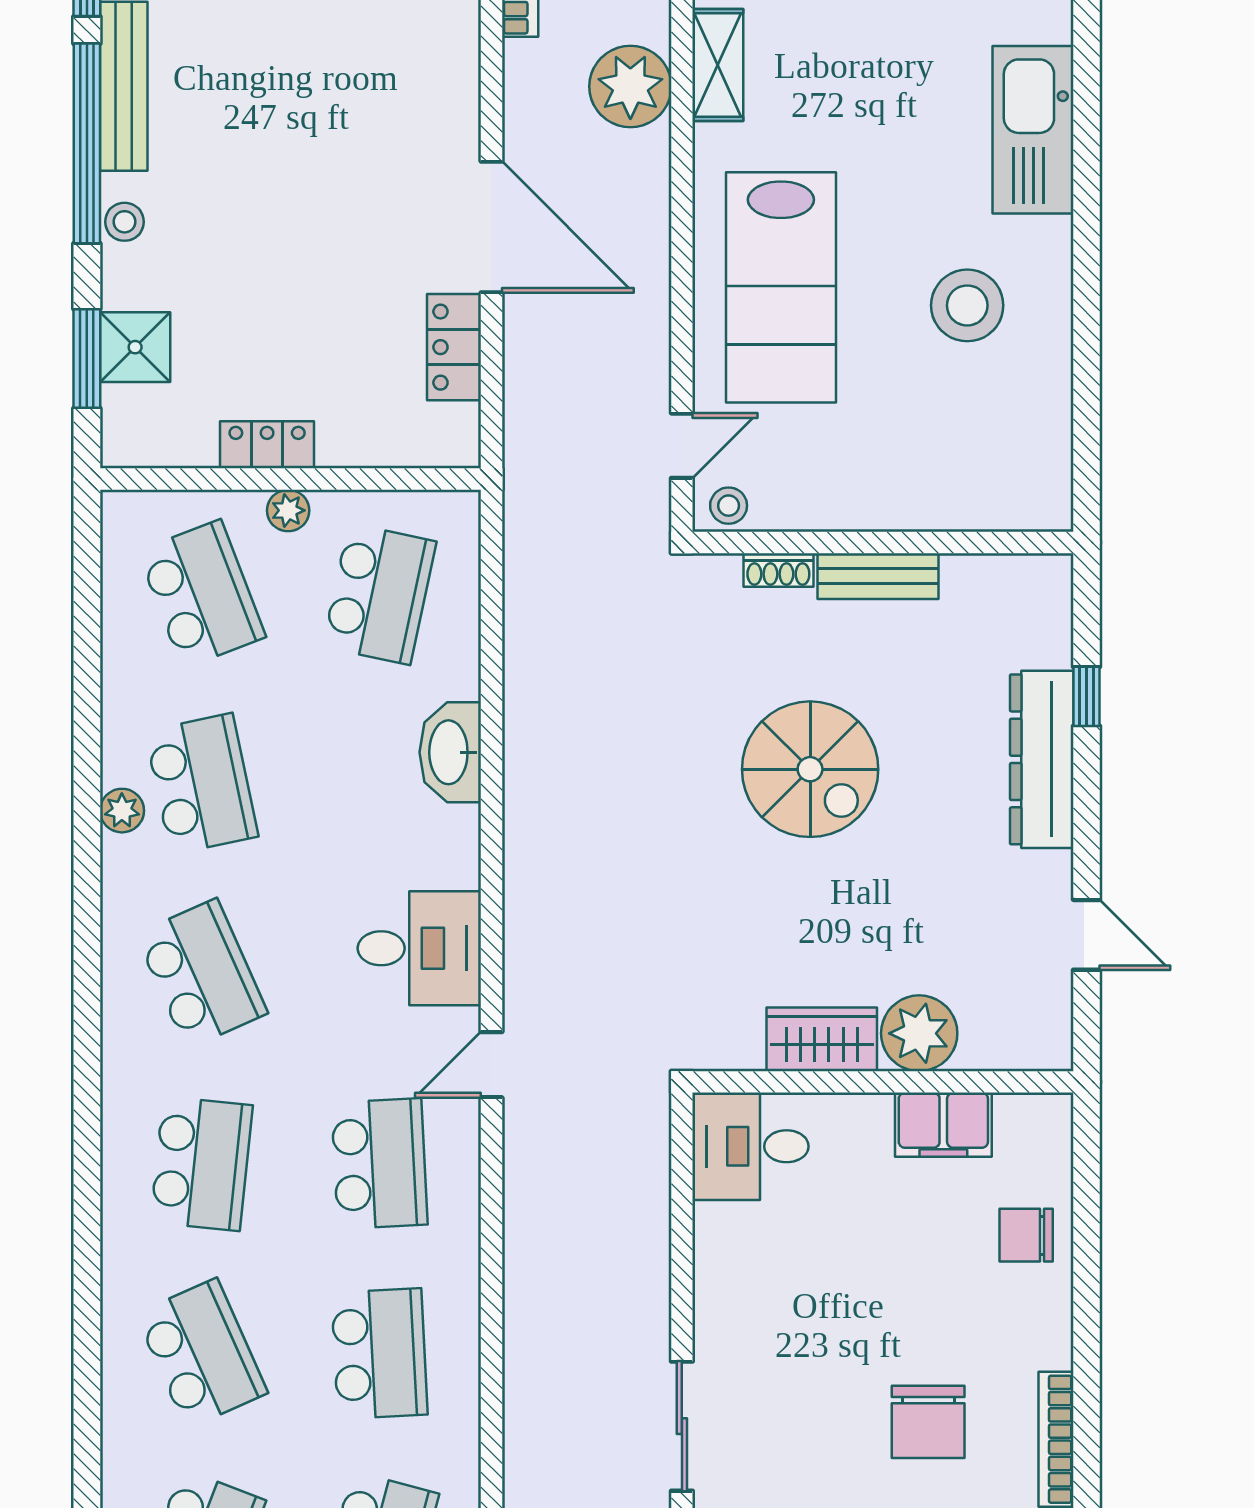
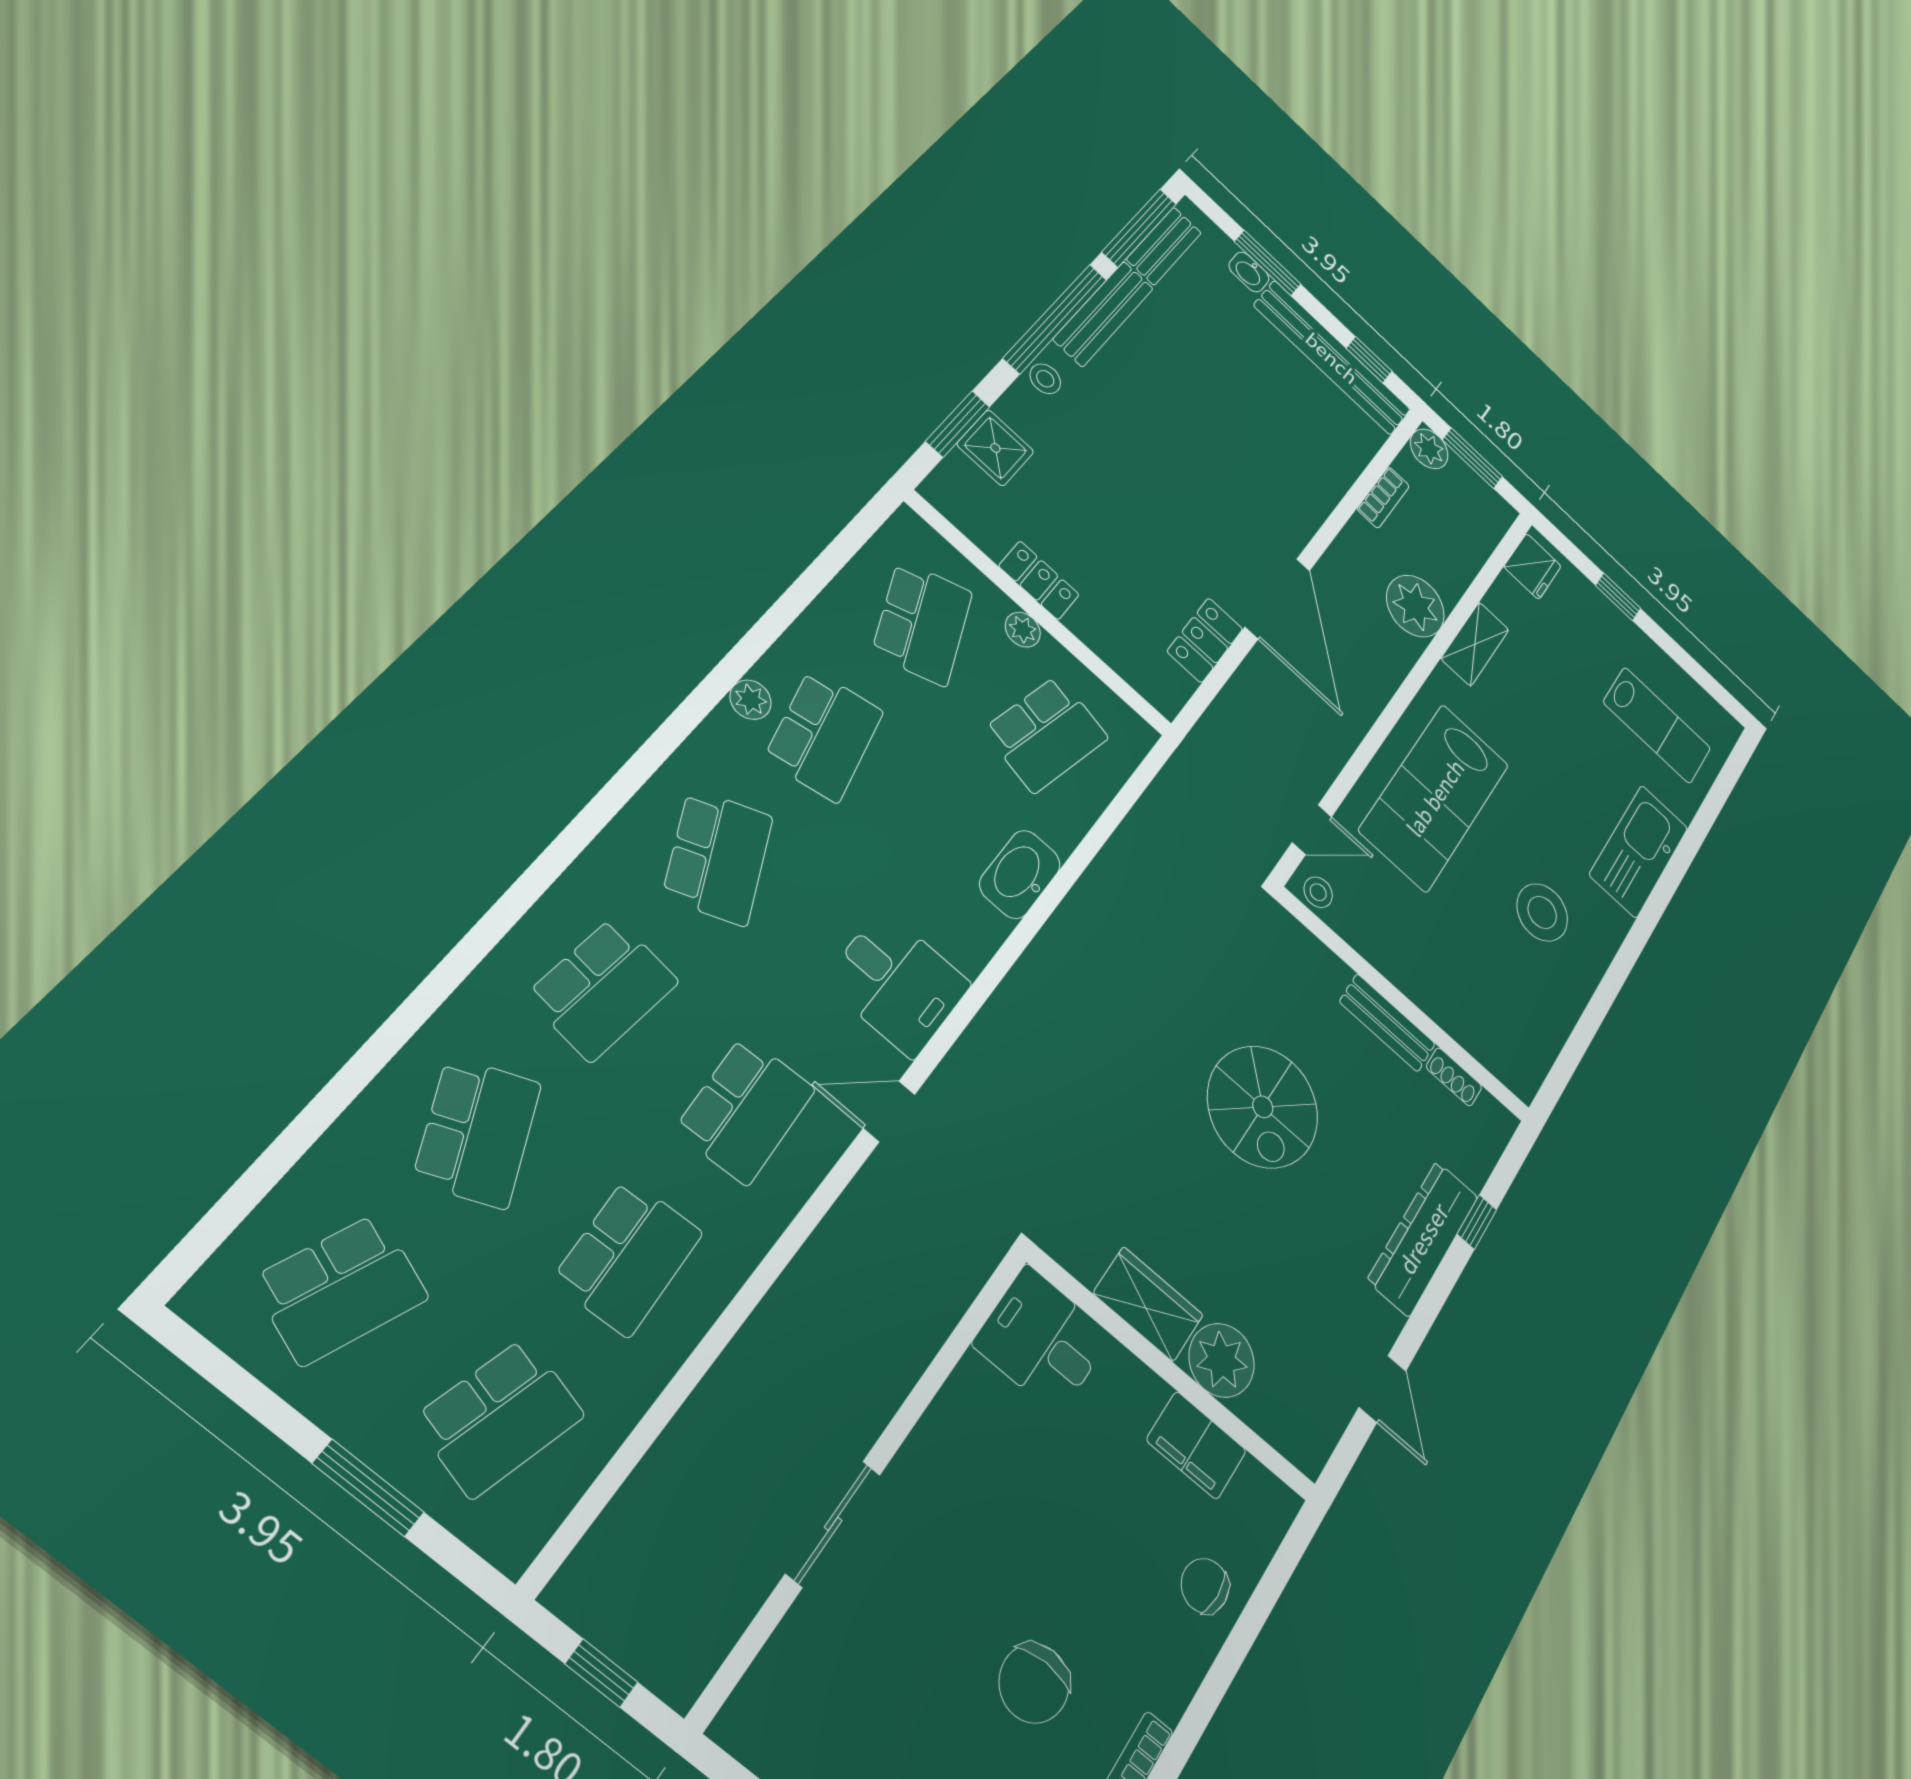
shoe rack: (778, 570) -> (1454, 1077), moved

